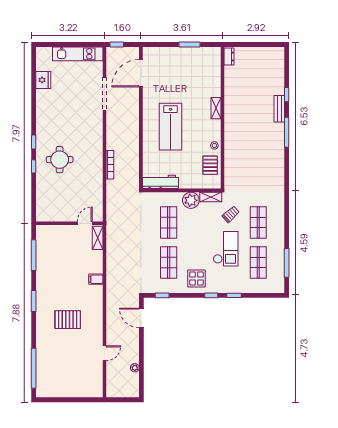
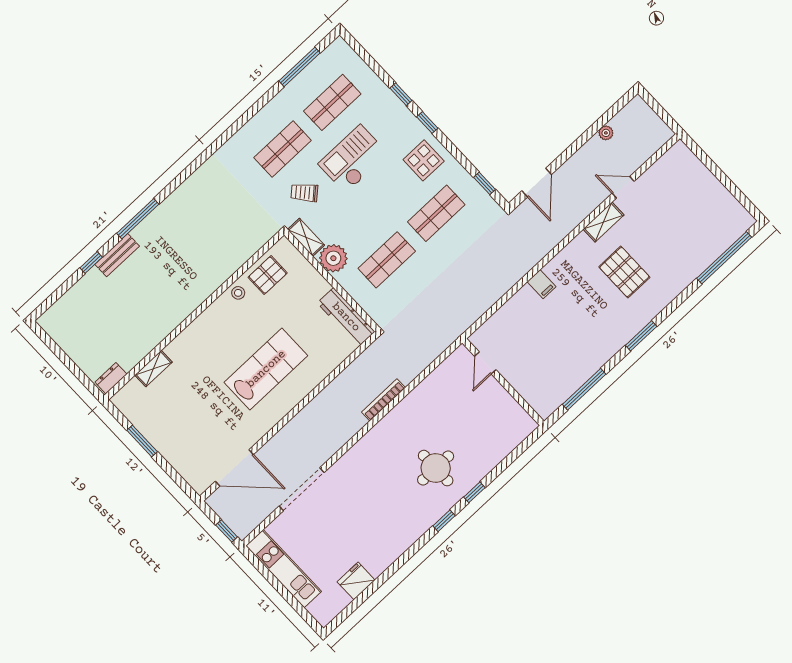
shelving: (216, 108) -> (153, 369), moved
door: (85, 223) -> (485, 363), hinge flipped
shelving: (98, 238) -> (604, 222), moved

